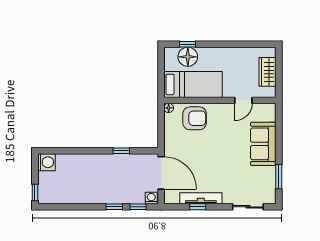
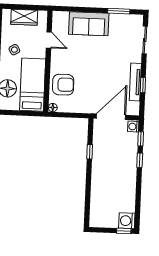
side table: (231, 63) -> (14, 50), added
armchair: (195, 118) -> (63, 85), turned 89
washing machine: (46, 162) -> (127, 221), moved, turned -90

